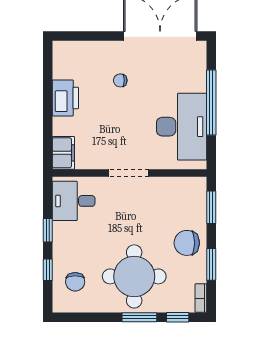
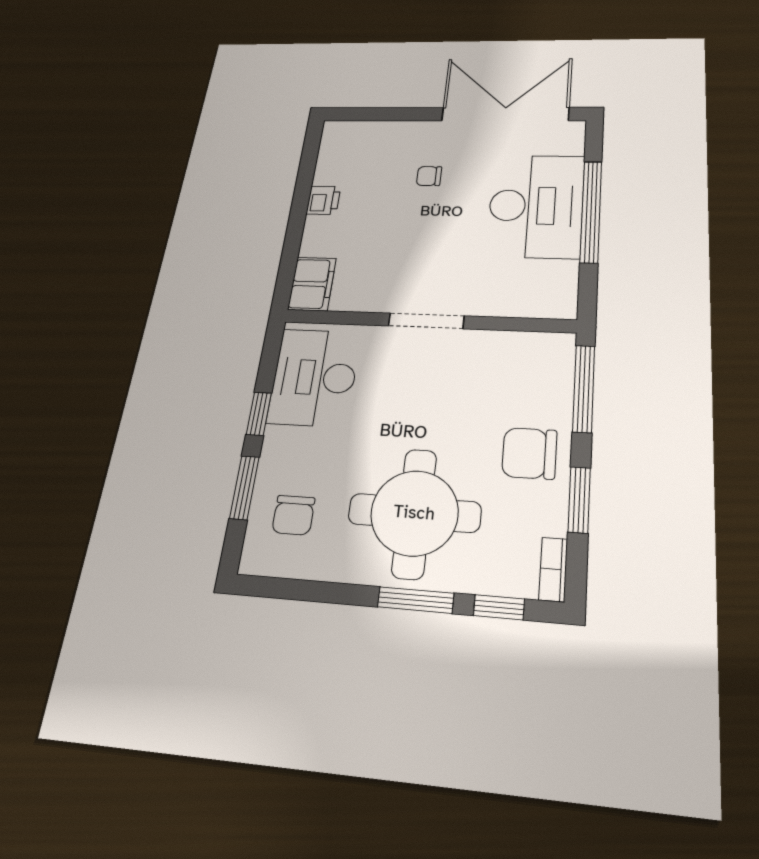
printer: (65, 98) -> (323, 200), width x0.53, depth x0.68
desk: (182, 127) -> (536, 206), moved
desk: (74, 201) -> (314, 377), width x1.37
window: (211, 207) -> (584, 388), width x1.44
window: (48, 270) -> (244, 488), width x1.50

